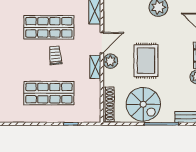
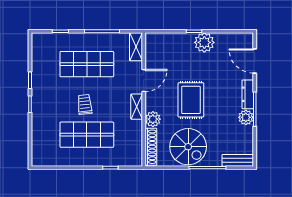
trolley: (55, 55) -> (85, 104), moved
plant: (110, 61) -> (153, 119), moved

